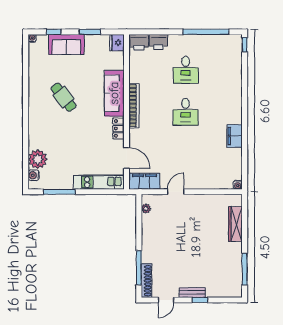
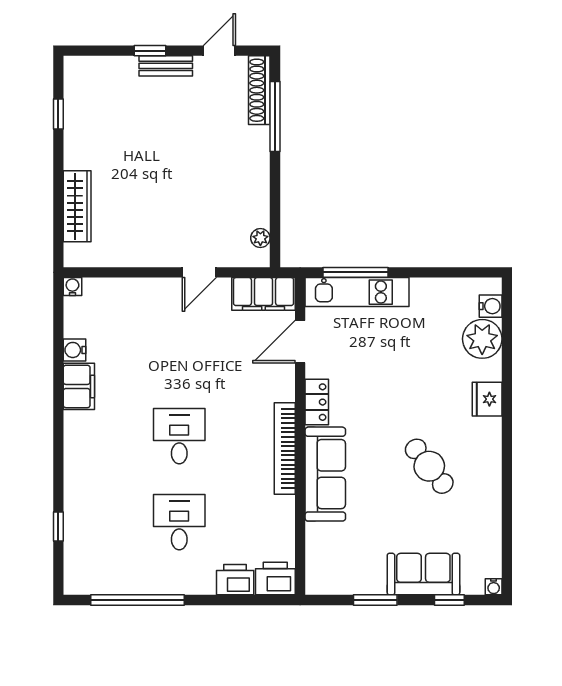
fridge: (117, 43) -> (487, 399), moved, turned 180
window: (245, 45) -> (58, 526), moved
water cooler: (237, 154) -> (75, 350), added
door: (127, 158) -> (300, 342), hinge flipped
window: (59, 192) -> (356, 272), moved
window: (245, 269) -> (58, 114), width x0.46

